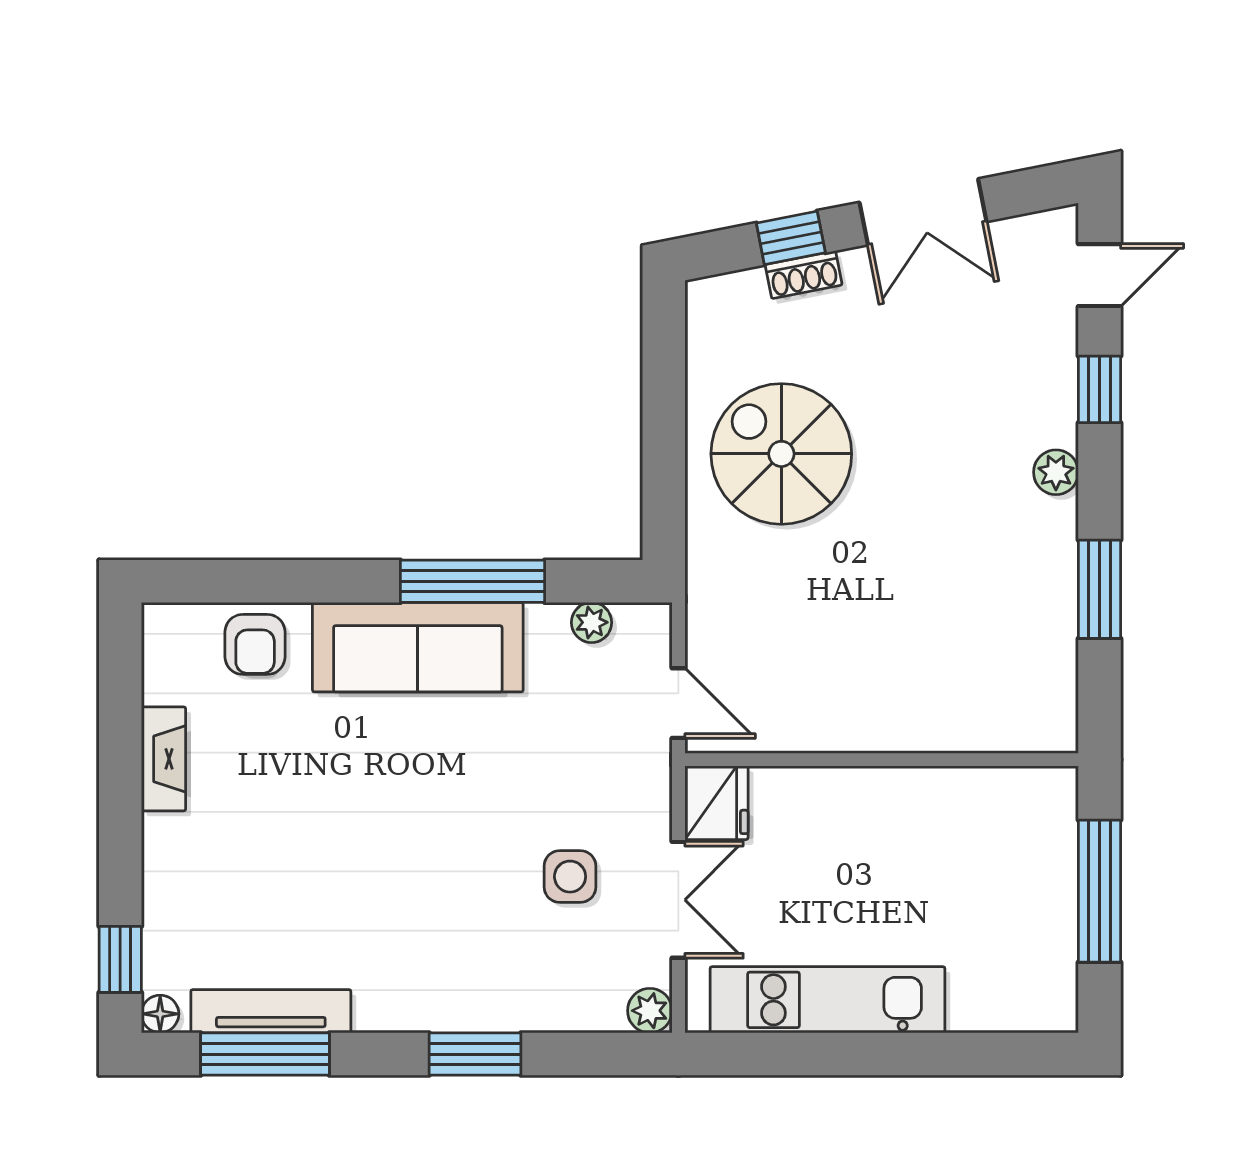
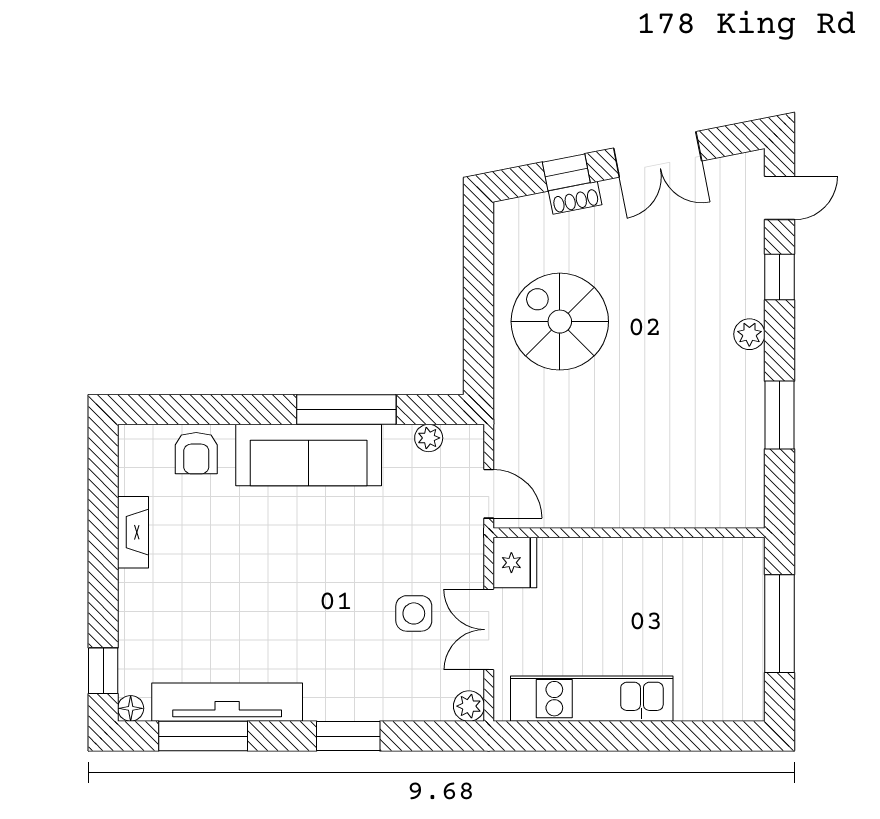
double door: (678, 900) -> (489, 630), swing flipped
tv unit: (271, 1011) -> (227, 702), width x1.36, depth x1.29

